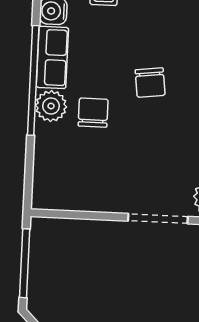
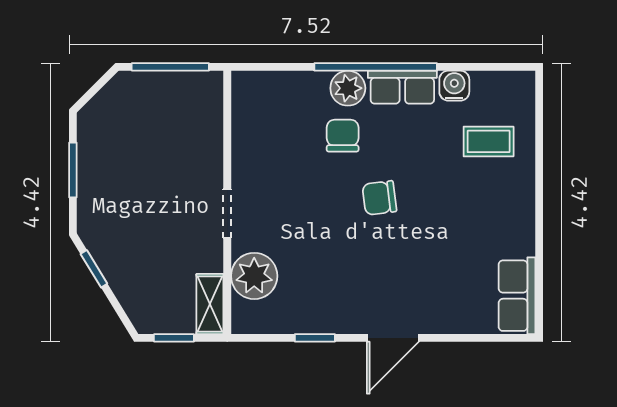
chair: (93, 113) -> (343, 136), turned -90
doorway: (158, 219) -> (227, 214), width x0.73

